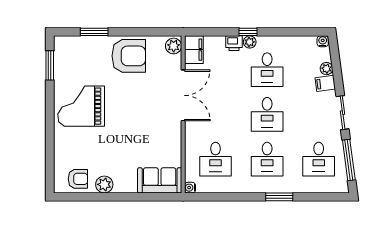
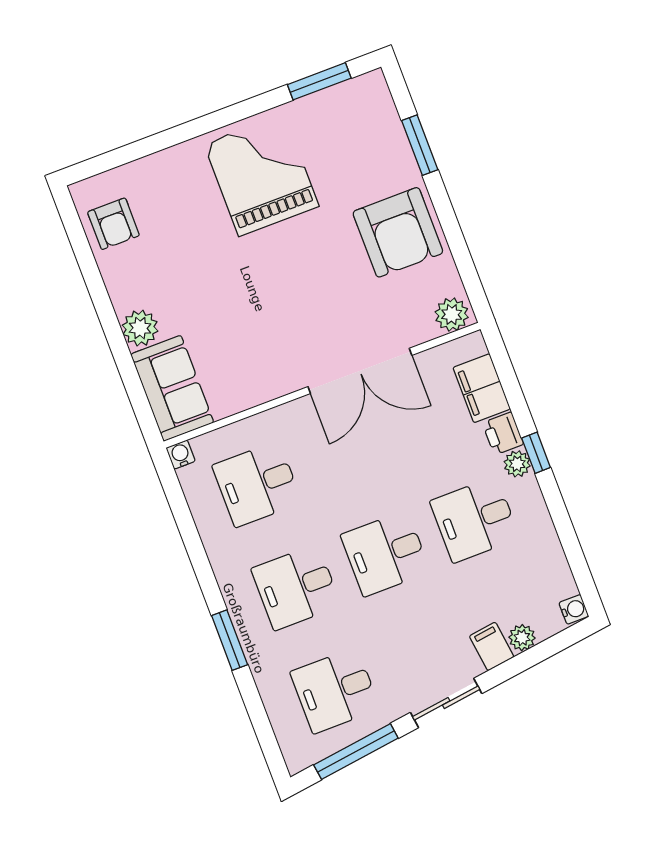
filing cabinet: (194, 50) -> (482, 388), moved, turned 90
plant: (104, 184) -> (140, 328), moved

